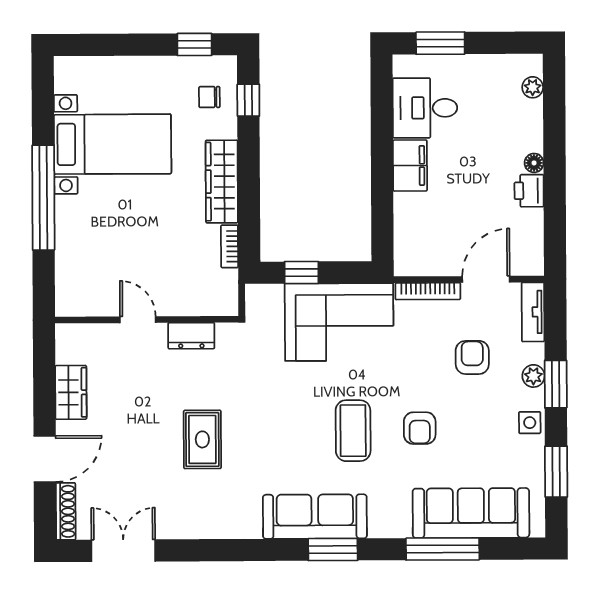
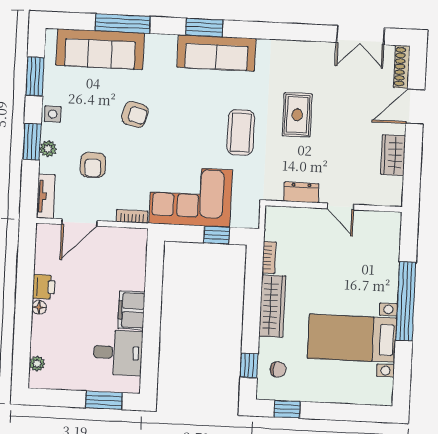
bookcase: (428, 291) -> (132, 216), width x0.64
armchair: (420, 428) -> (135, 114), turned 104
coffee table: (353, 431) -> (241, 132), moved

